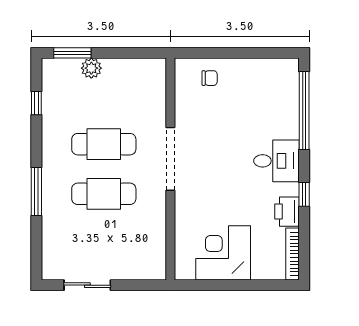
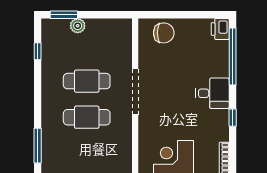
chair: (210, 78) -> (164, 33), width x1.87, depth x1.87
window: (36, 191) -> (38, 146), moved
printer: (287, 212) -> (220, 29), moved

